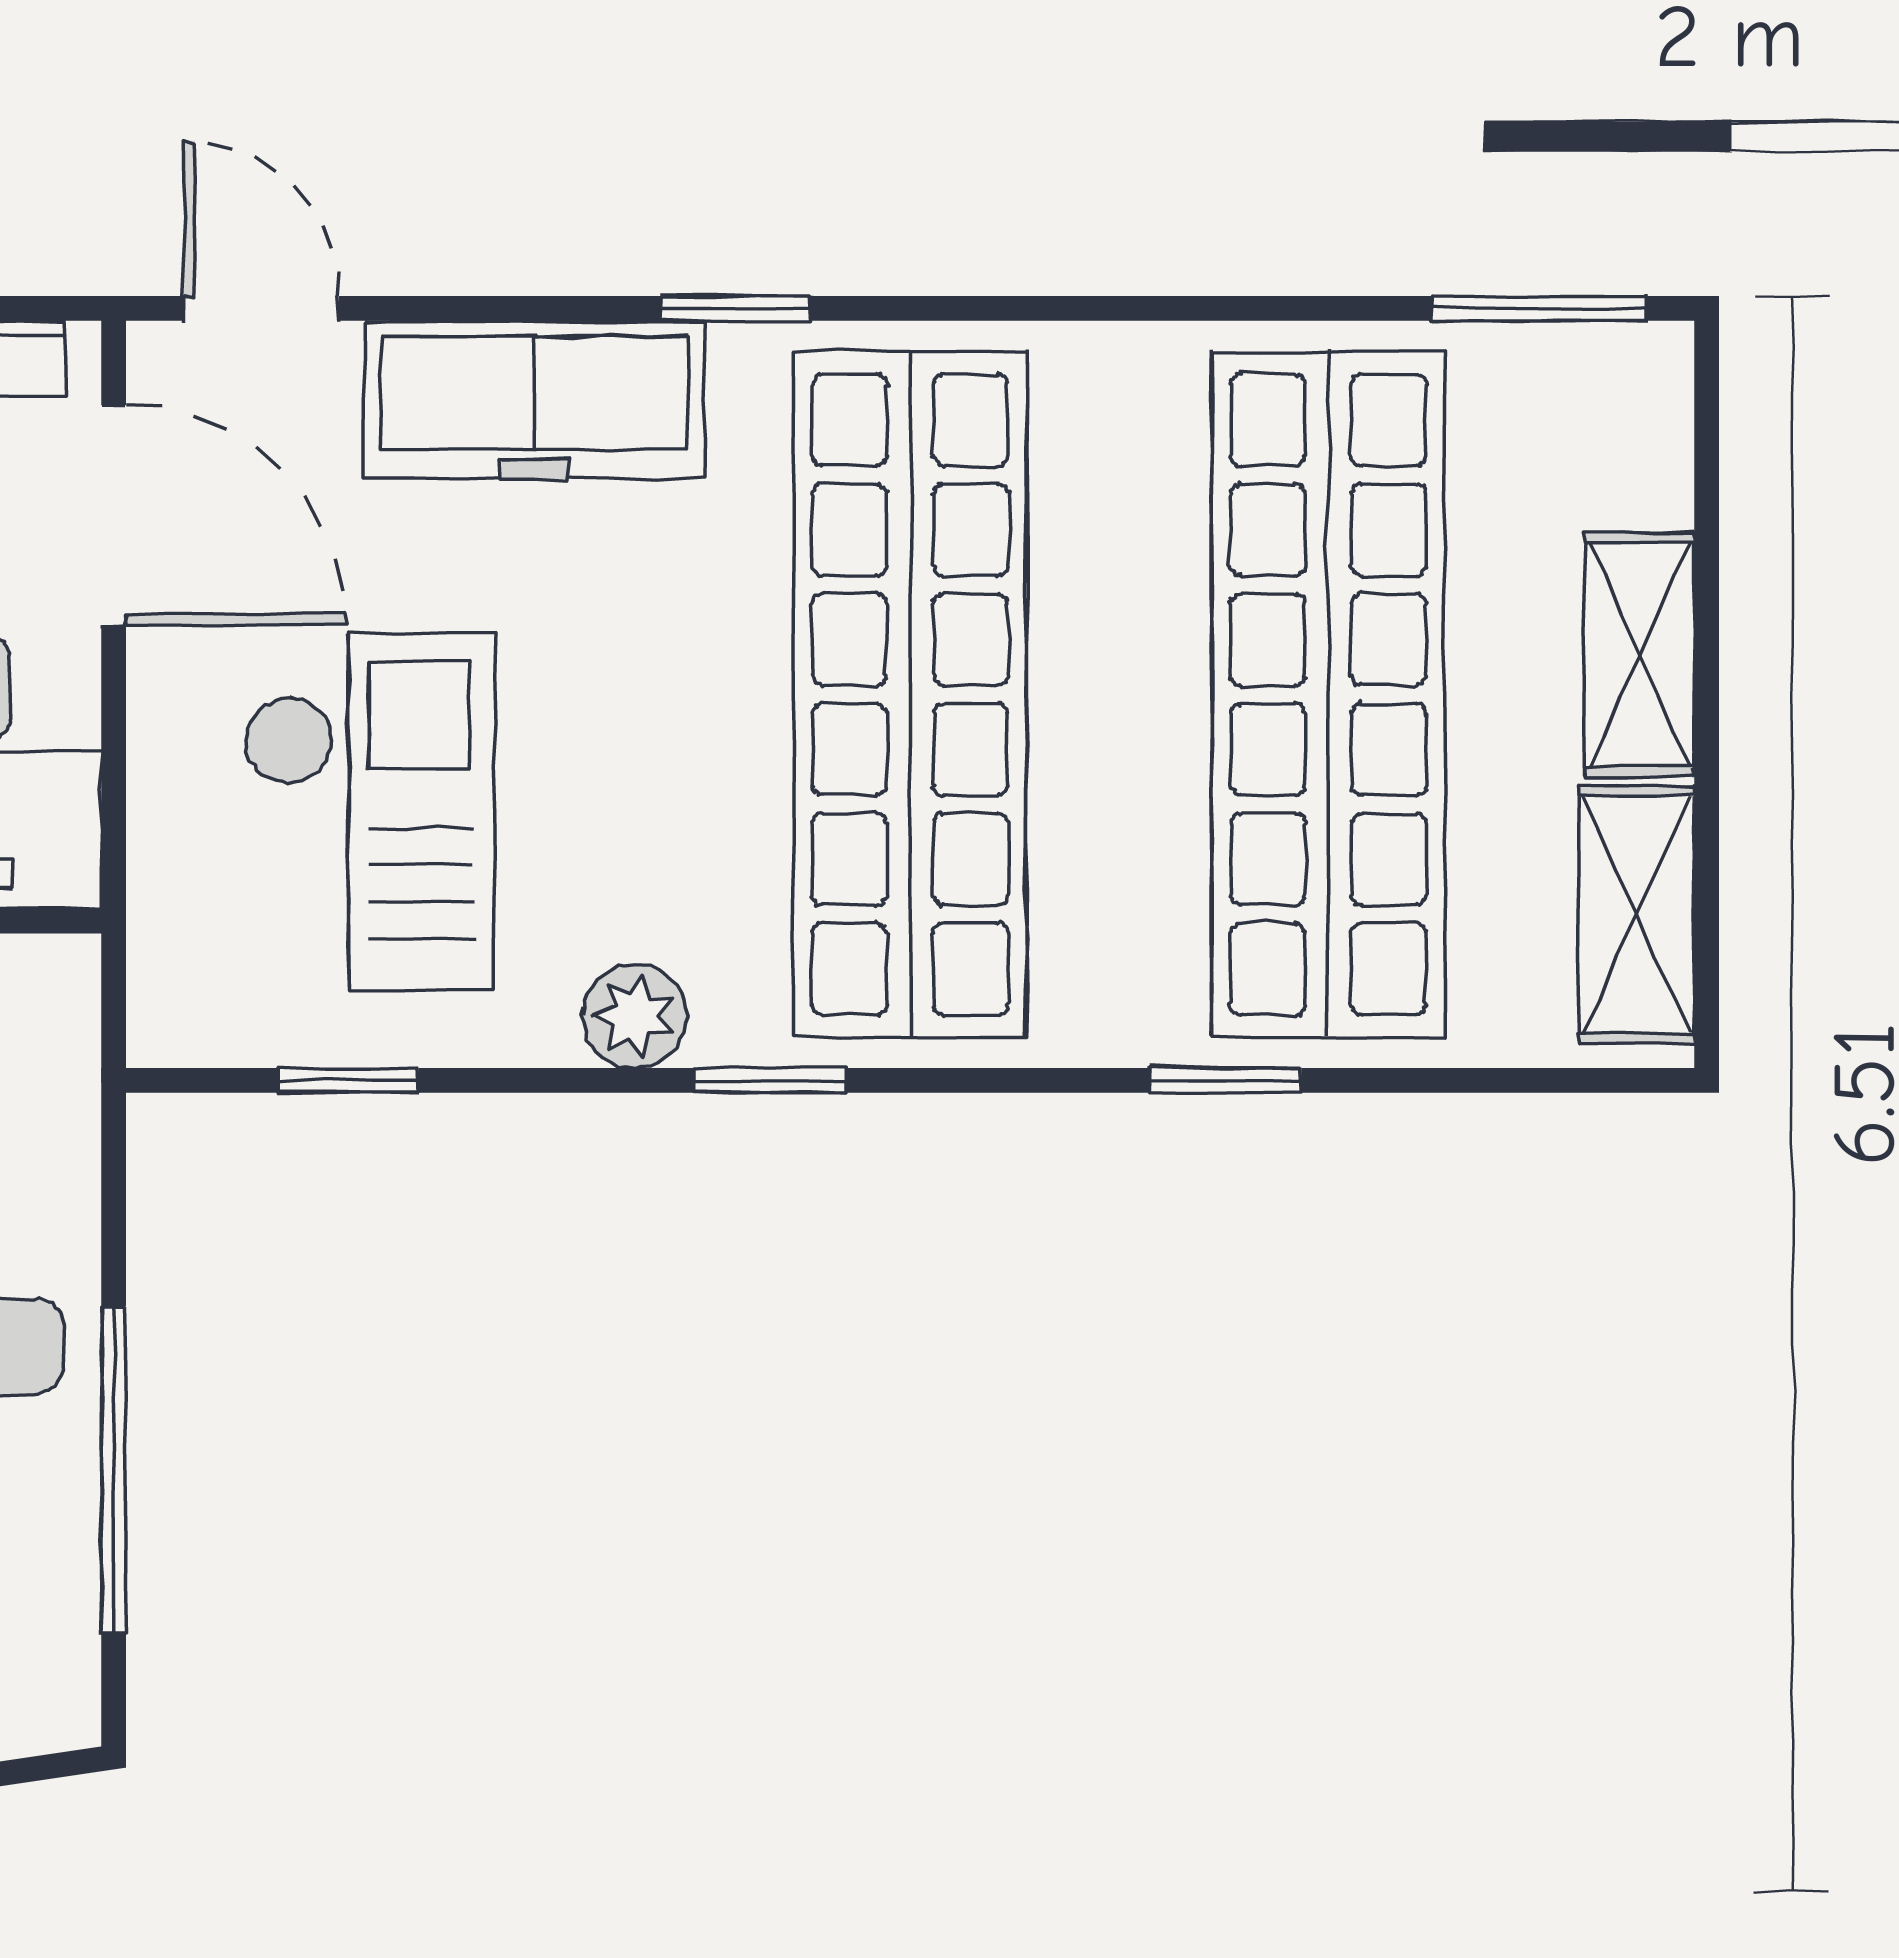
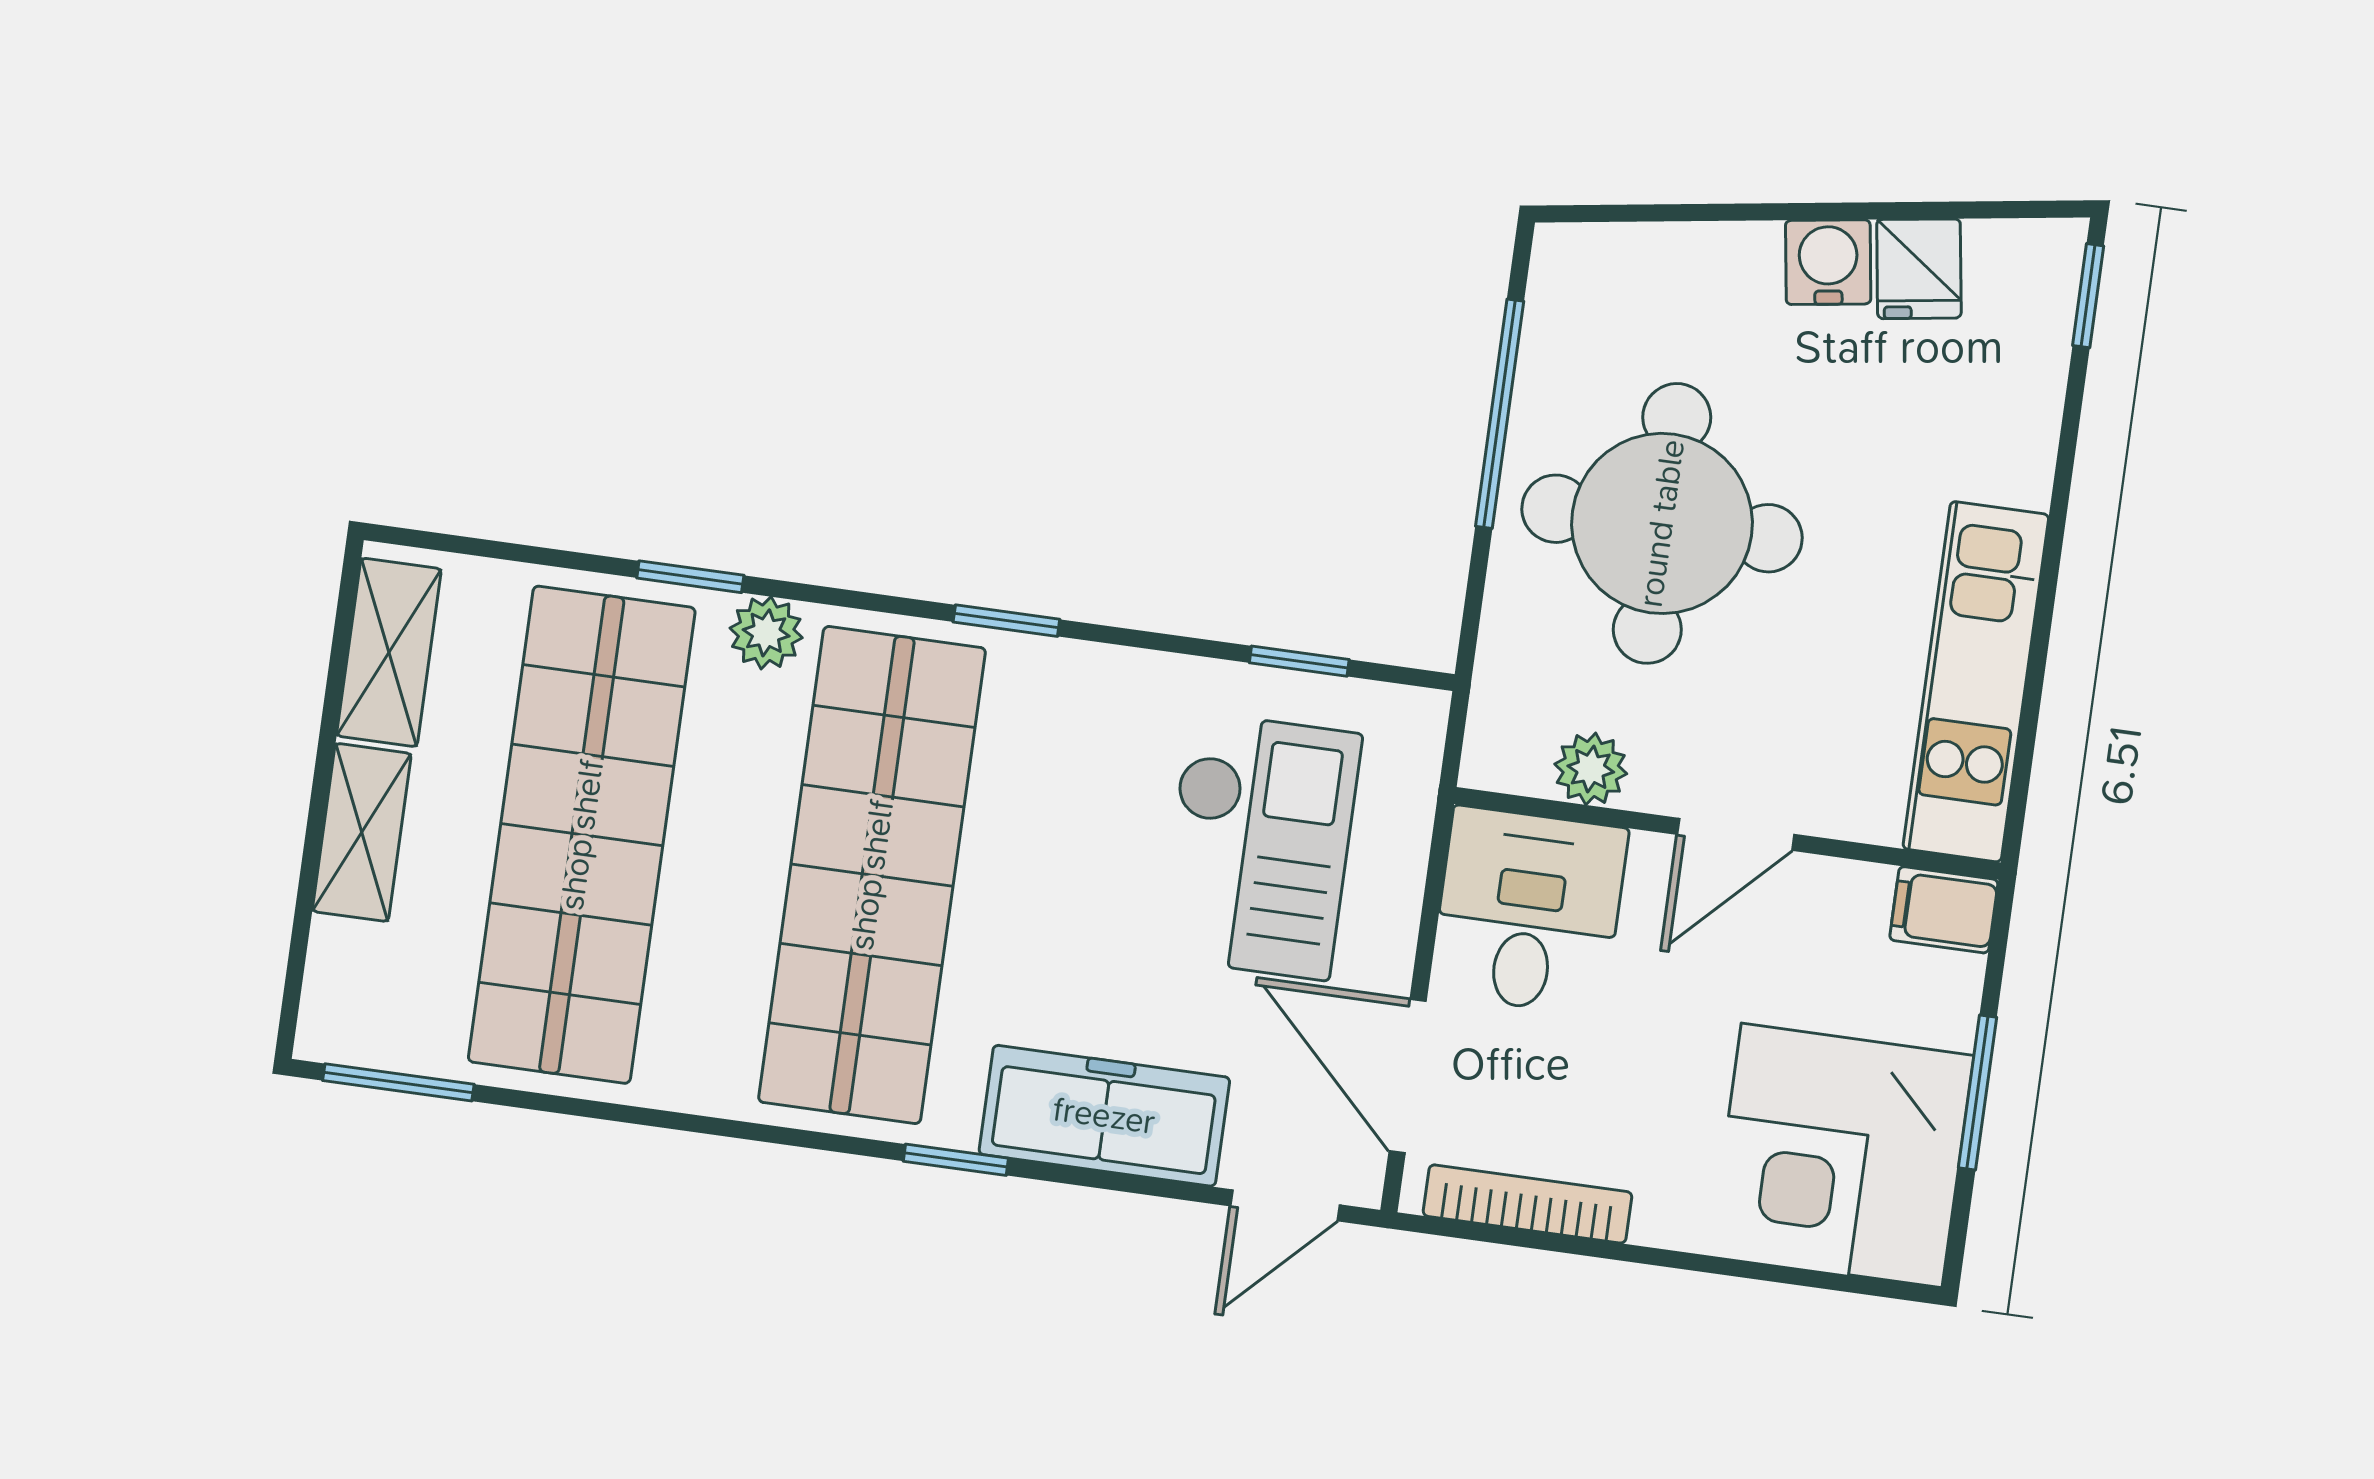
door: (262, 308) -> (1285, 1205), hinge flipped
checkout: (369, 812) -> (1259, 846), turned 180
plant: (634, 1016) -> (766, 633), moved

